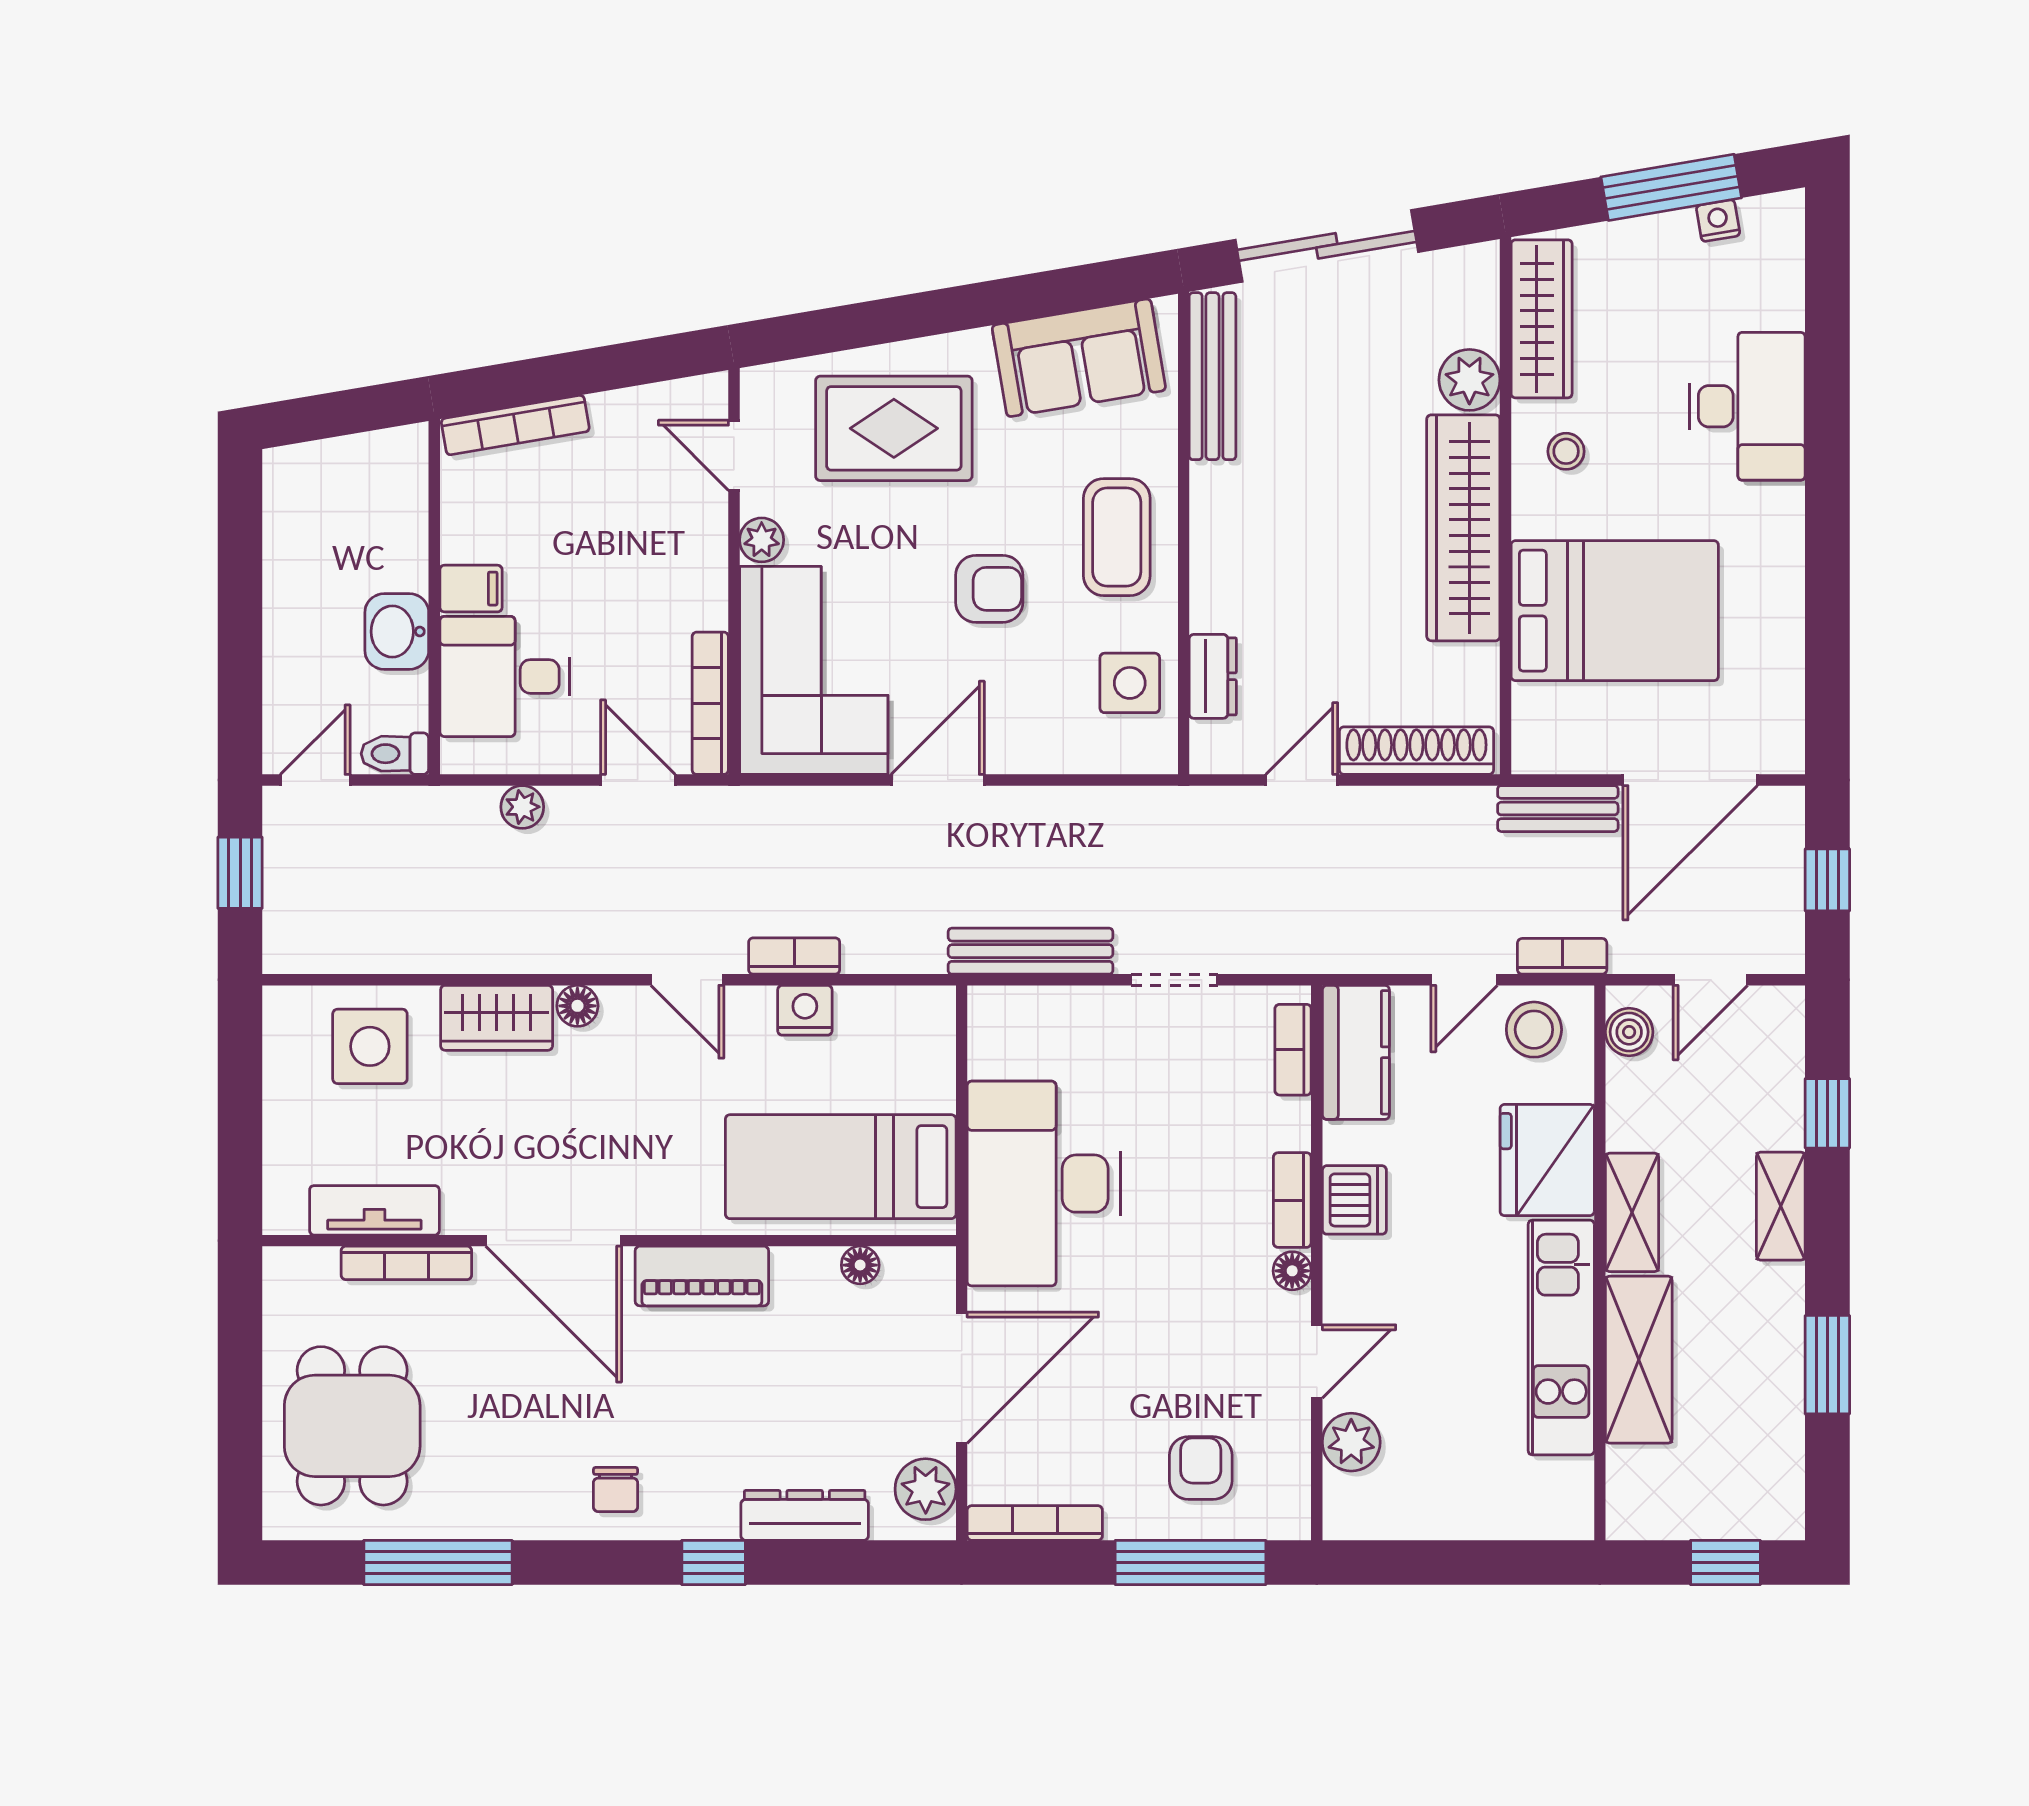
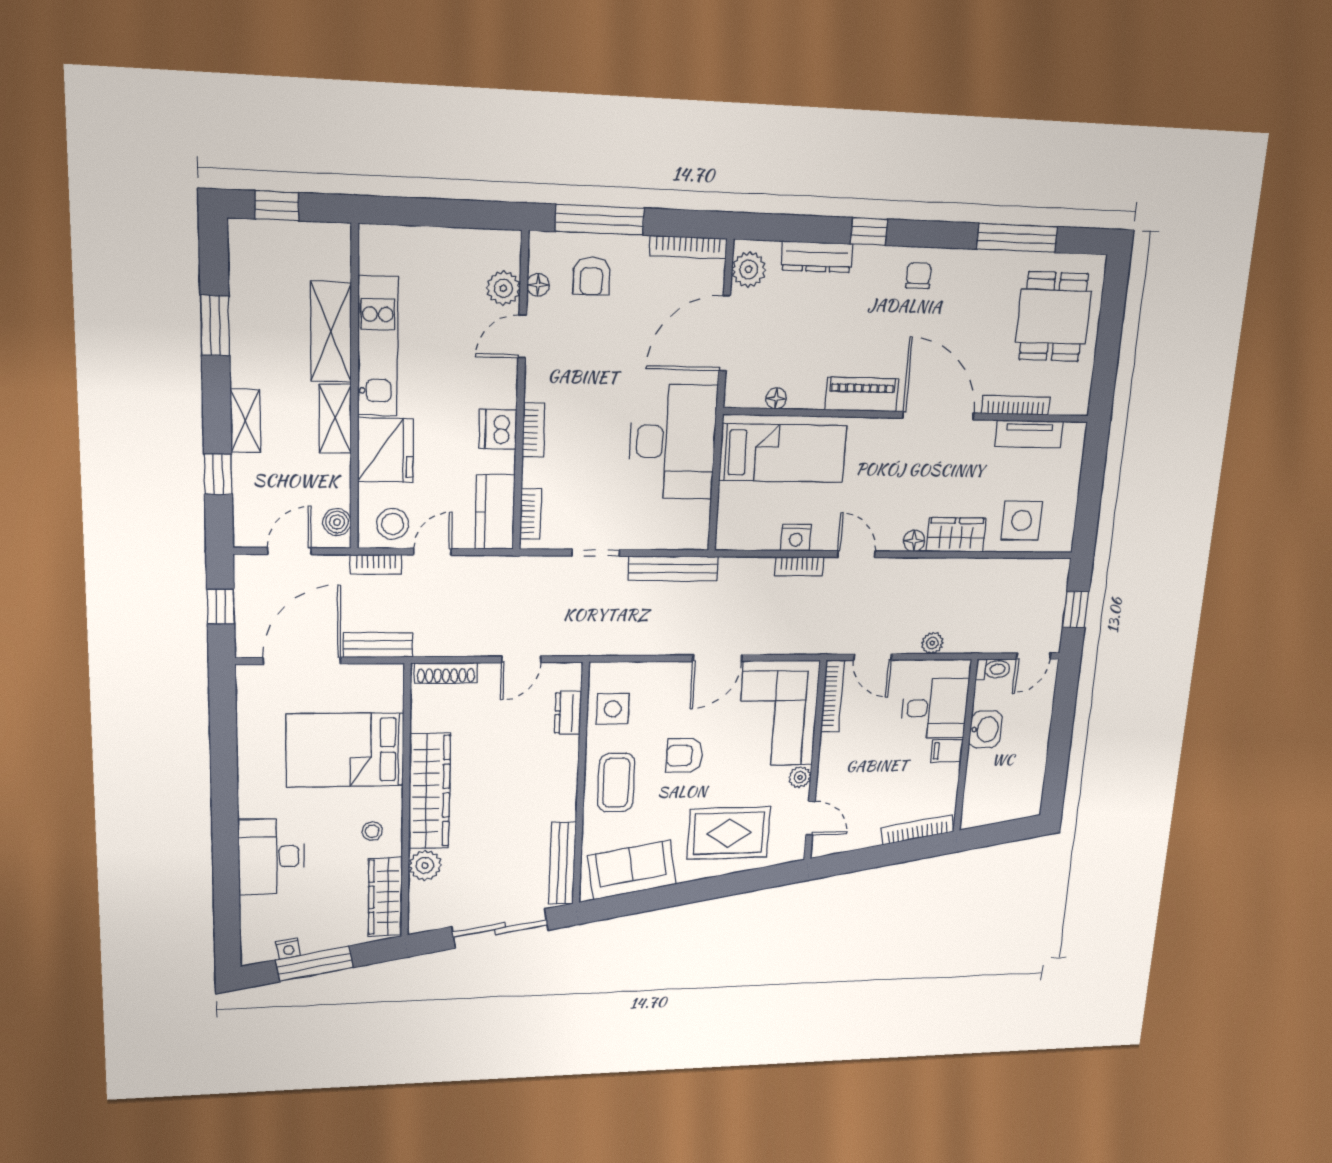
shoe rack: (1416, 751) -> (446, 673), width x0.74, depth x0.81
floor lamp: (1292, 1271) -> (538, 285), moved

